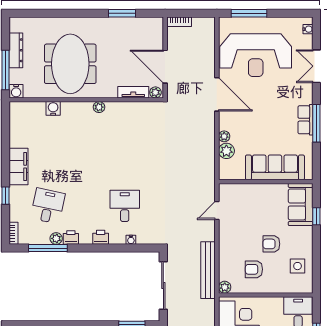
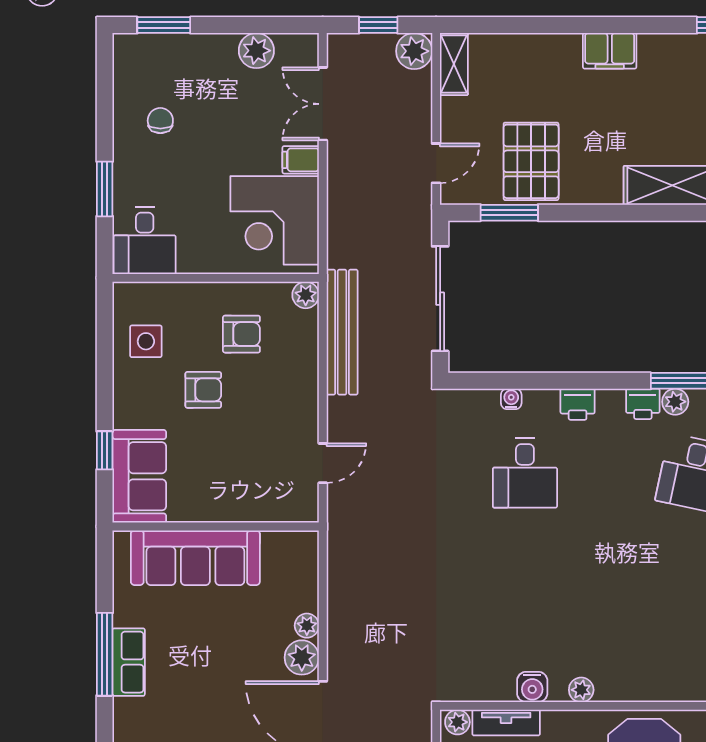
water cooler: (53, 108) -> (532, 687), moved
plant: (226, 151) -> (302, 657), moved

